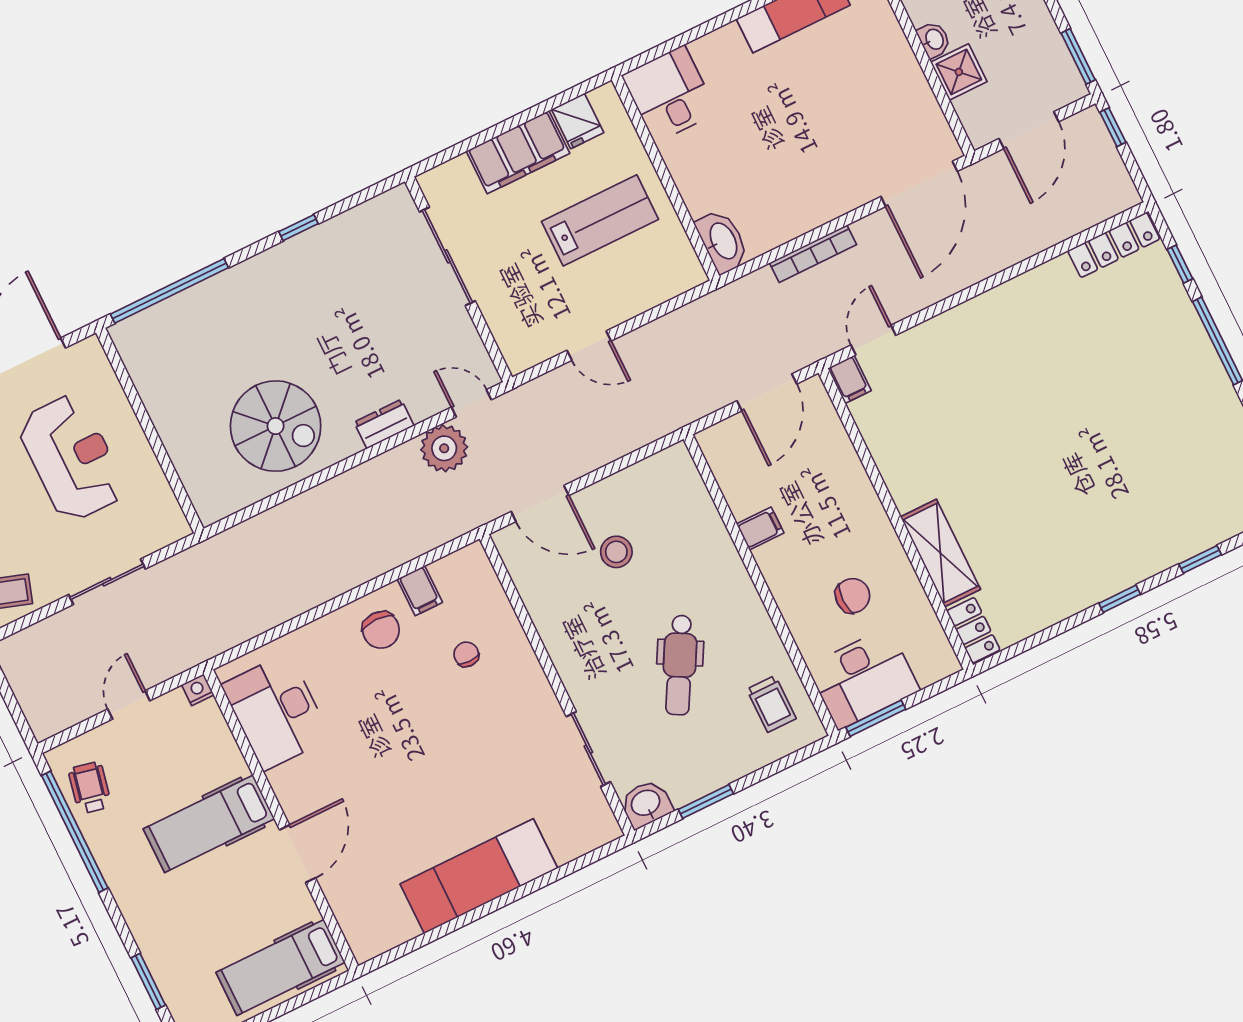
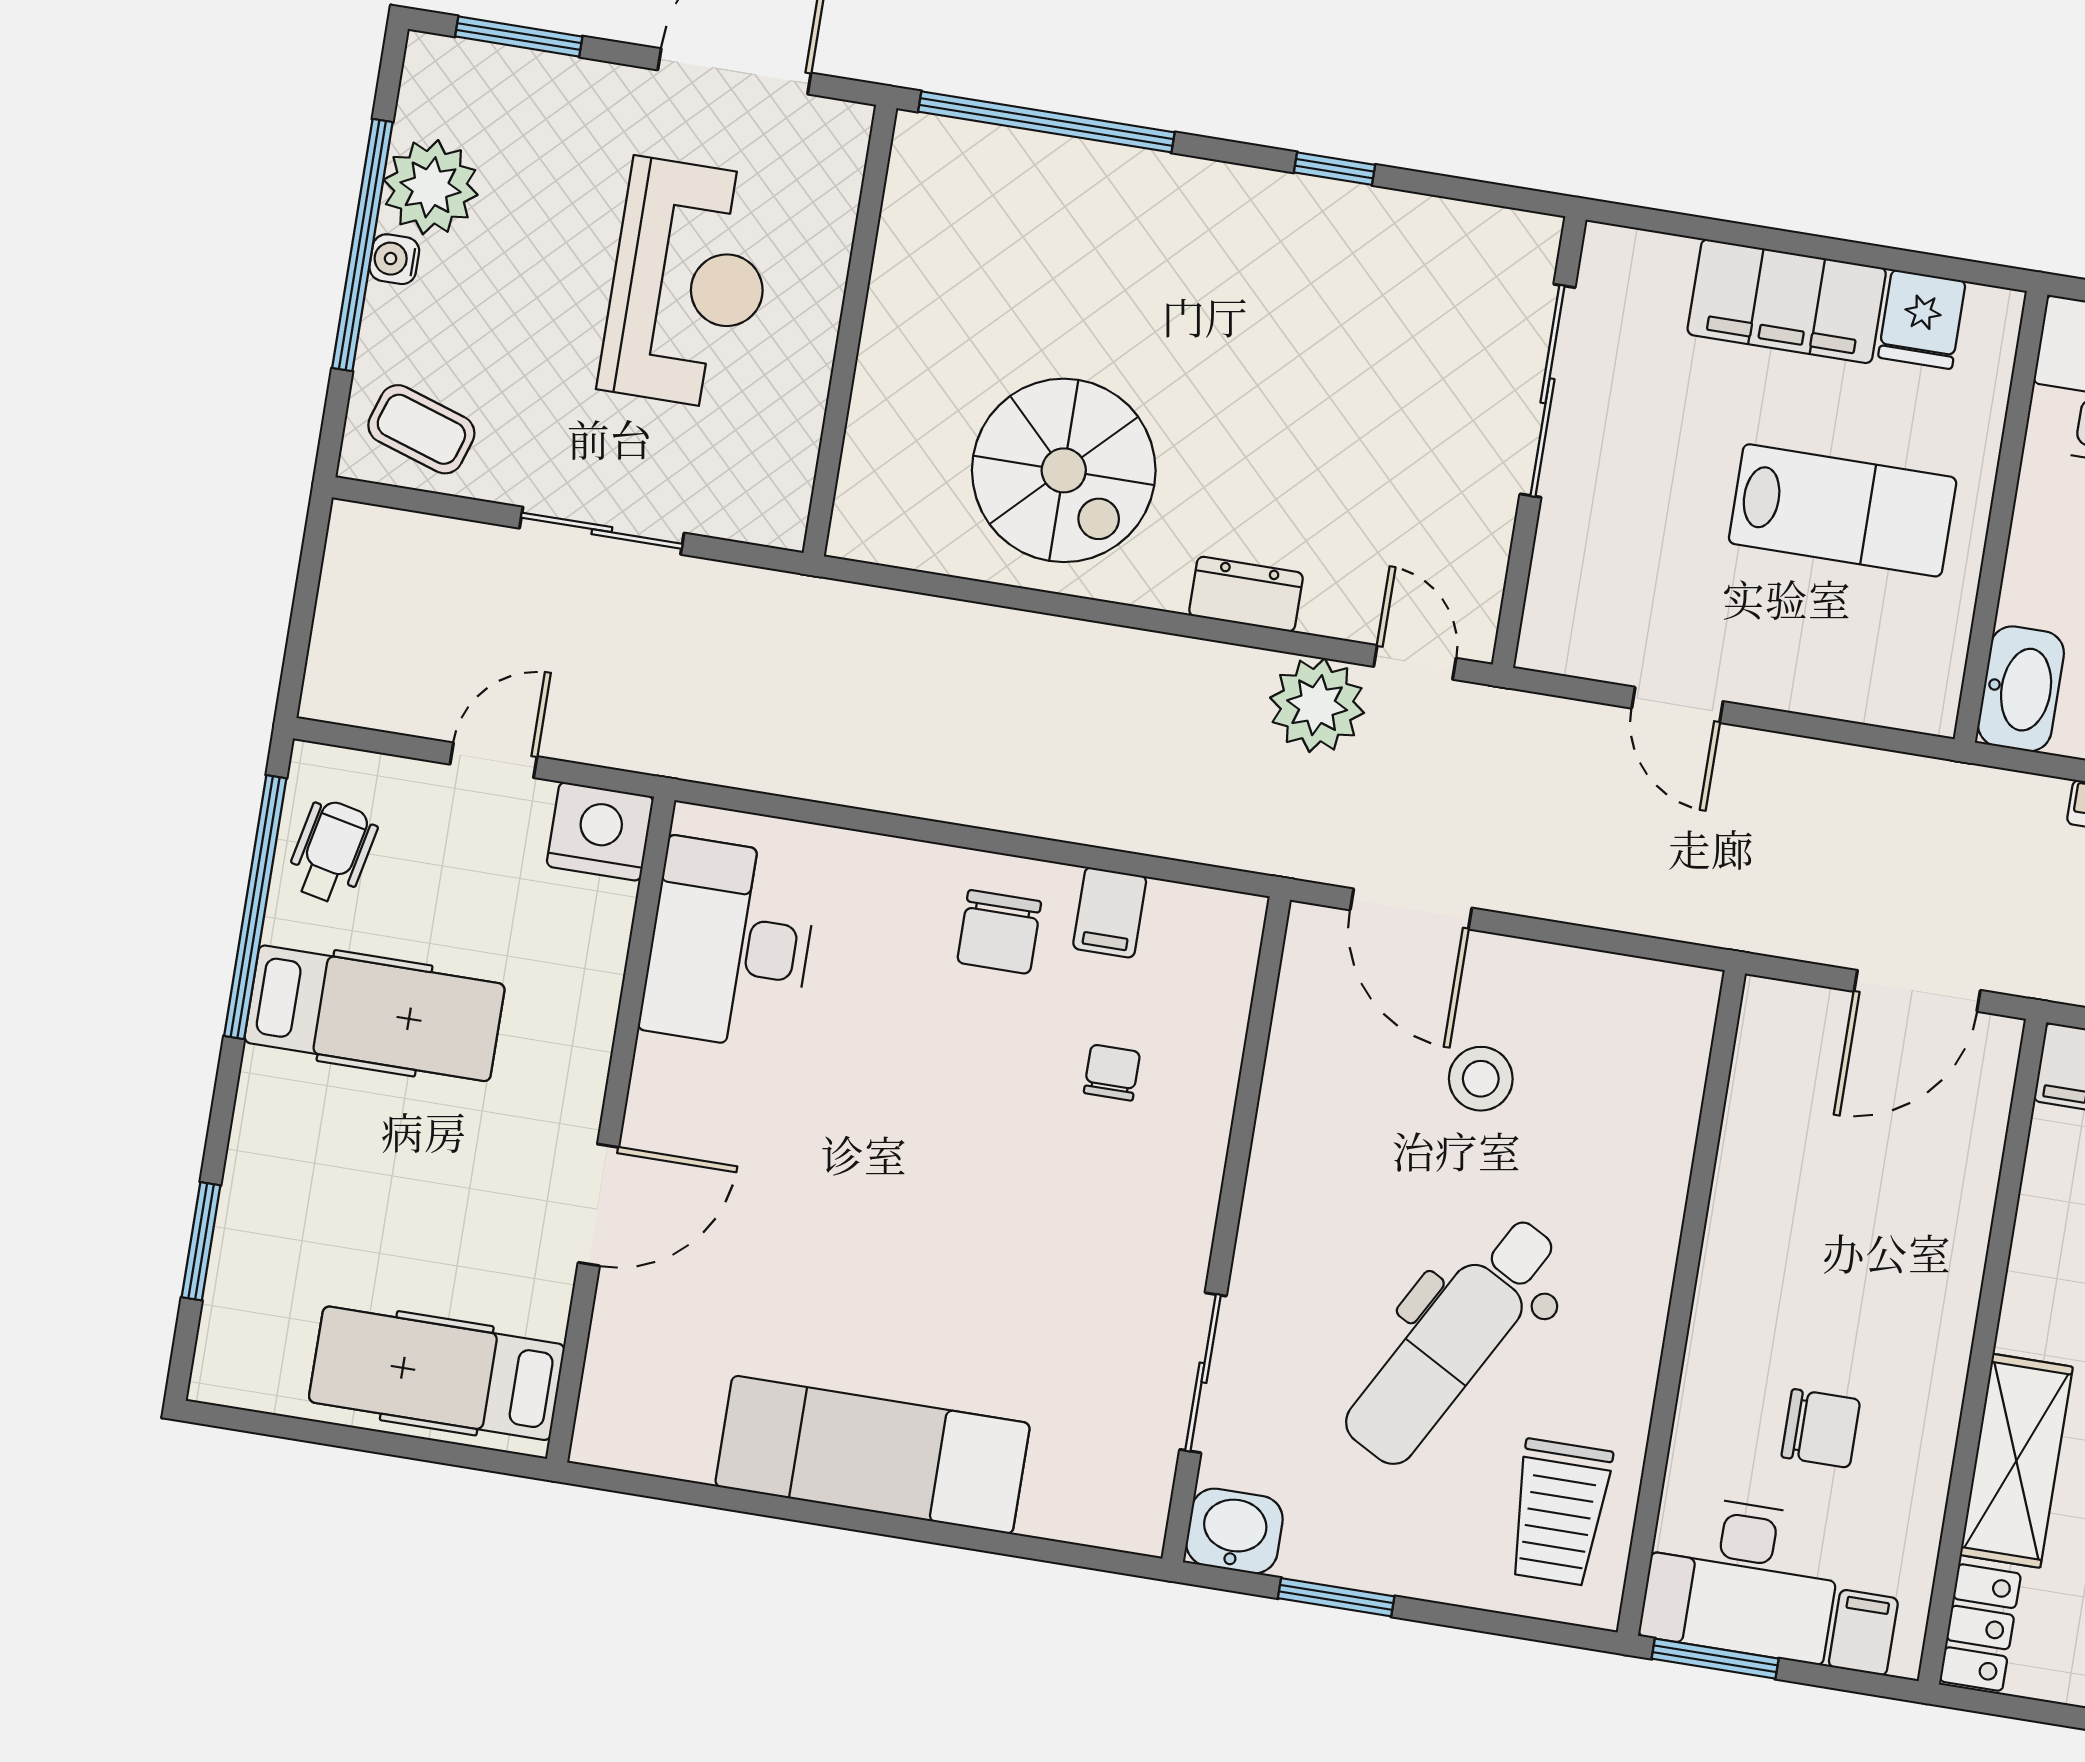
filing cabinet: (760, 528) -> (1863, 1633), moved, turned -90
dental chair: (680, 665) -> (1453, 1340), width x1.36, depth x1.38
nightstand: (198, 690) -> (600, 831), width x1.89, depth x1.79
trolley: (771, 704) -> (1559, 1512), width x1.36, depth x1.39
hospital bed: (209, 824) -> (375, 1013), moved, turned 180

